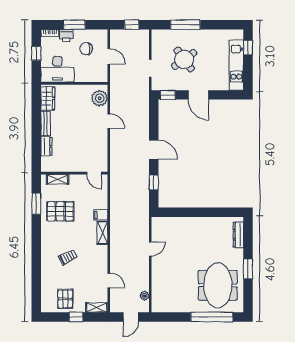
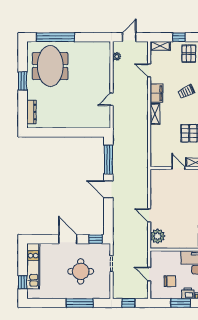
round table: (184, 59) -> (81, 271), turned 36
door: (94, 173) -> (178, 168), moved
window: (154, 182) -> (108, 160), width x2.17
filing cabinet: (101, 215) -> (157, 93), moved, width x2.00

